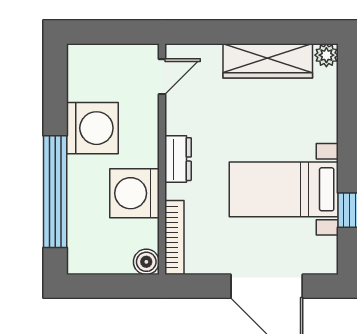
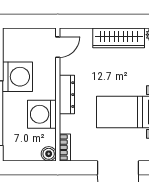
dresser: (178, 159) -> (67, 95), width x1.44
bookcase: (174, 237) -> (65, 147), width x0.64

